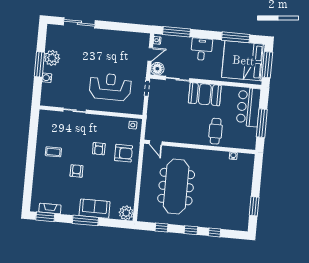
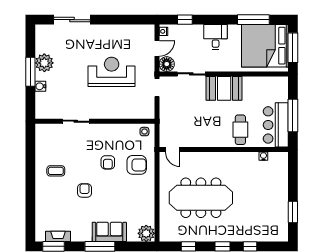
window: (176, 32) -> (185, 20), width x0.46
reception desk: (110, 87) -> (112, 72), moved
bar counter: (249, 107) -> (276, 125), moved
meeting table: (176, 187) -> (201, 198), turned 90

